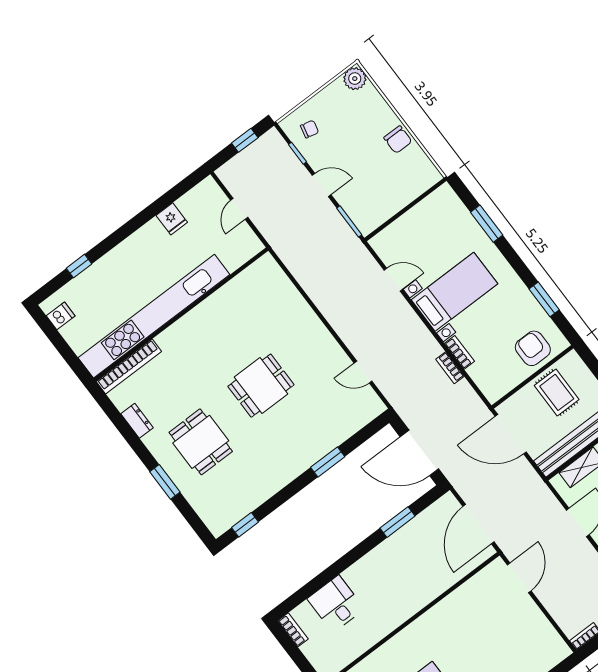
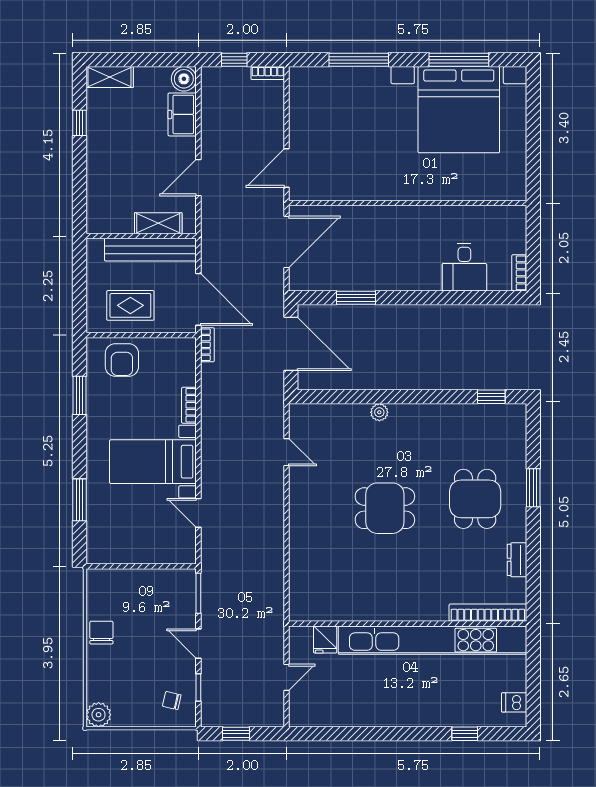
fridge: (172, 219) -> (325, 640), moved, turned 180
bookcase: (450, 368) -> (207, 345), moved
rug: (557, 392) -> (130, 305), turned 90
plant: (318, 452) -> (379, 412), added
window: (328, 462) -> (377, 397), removed

